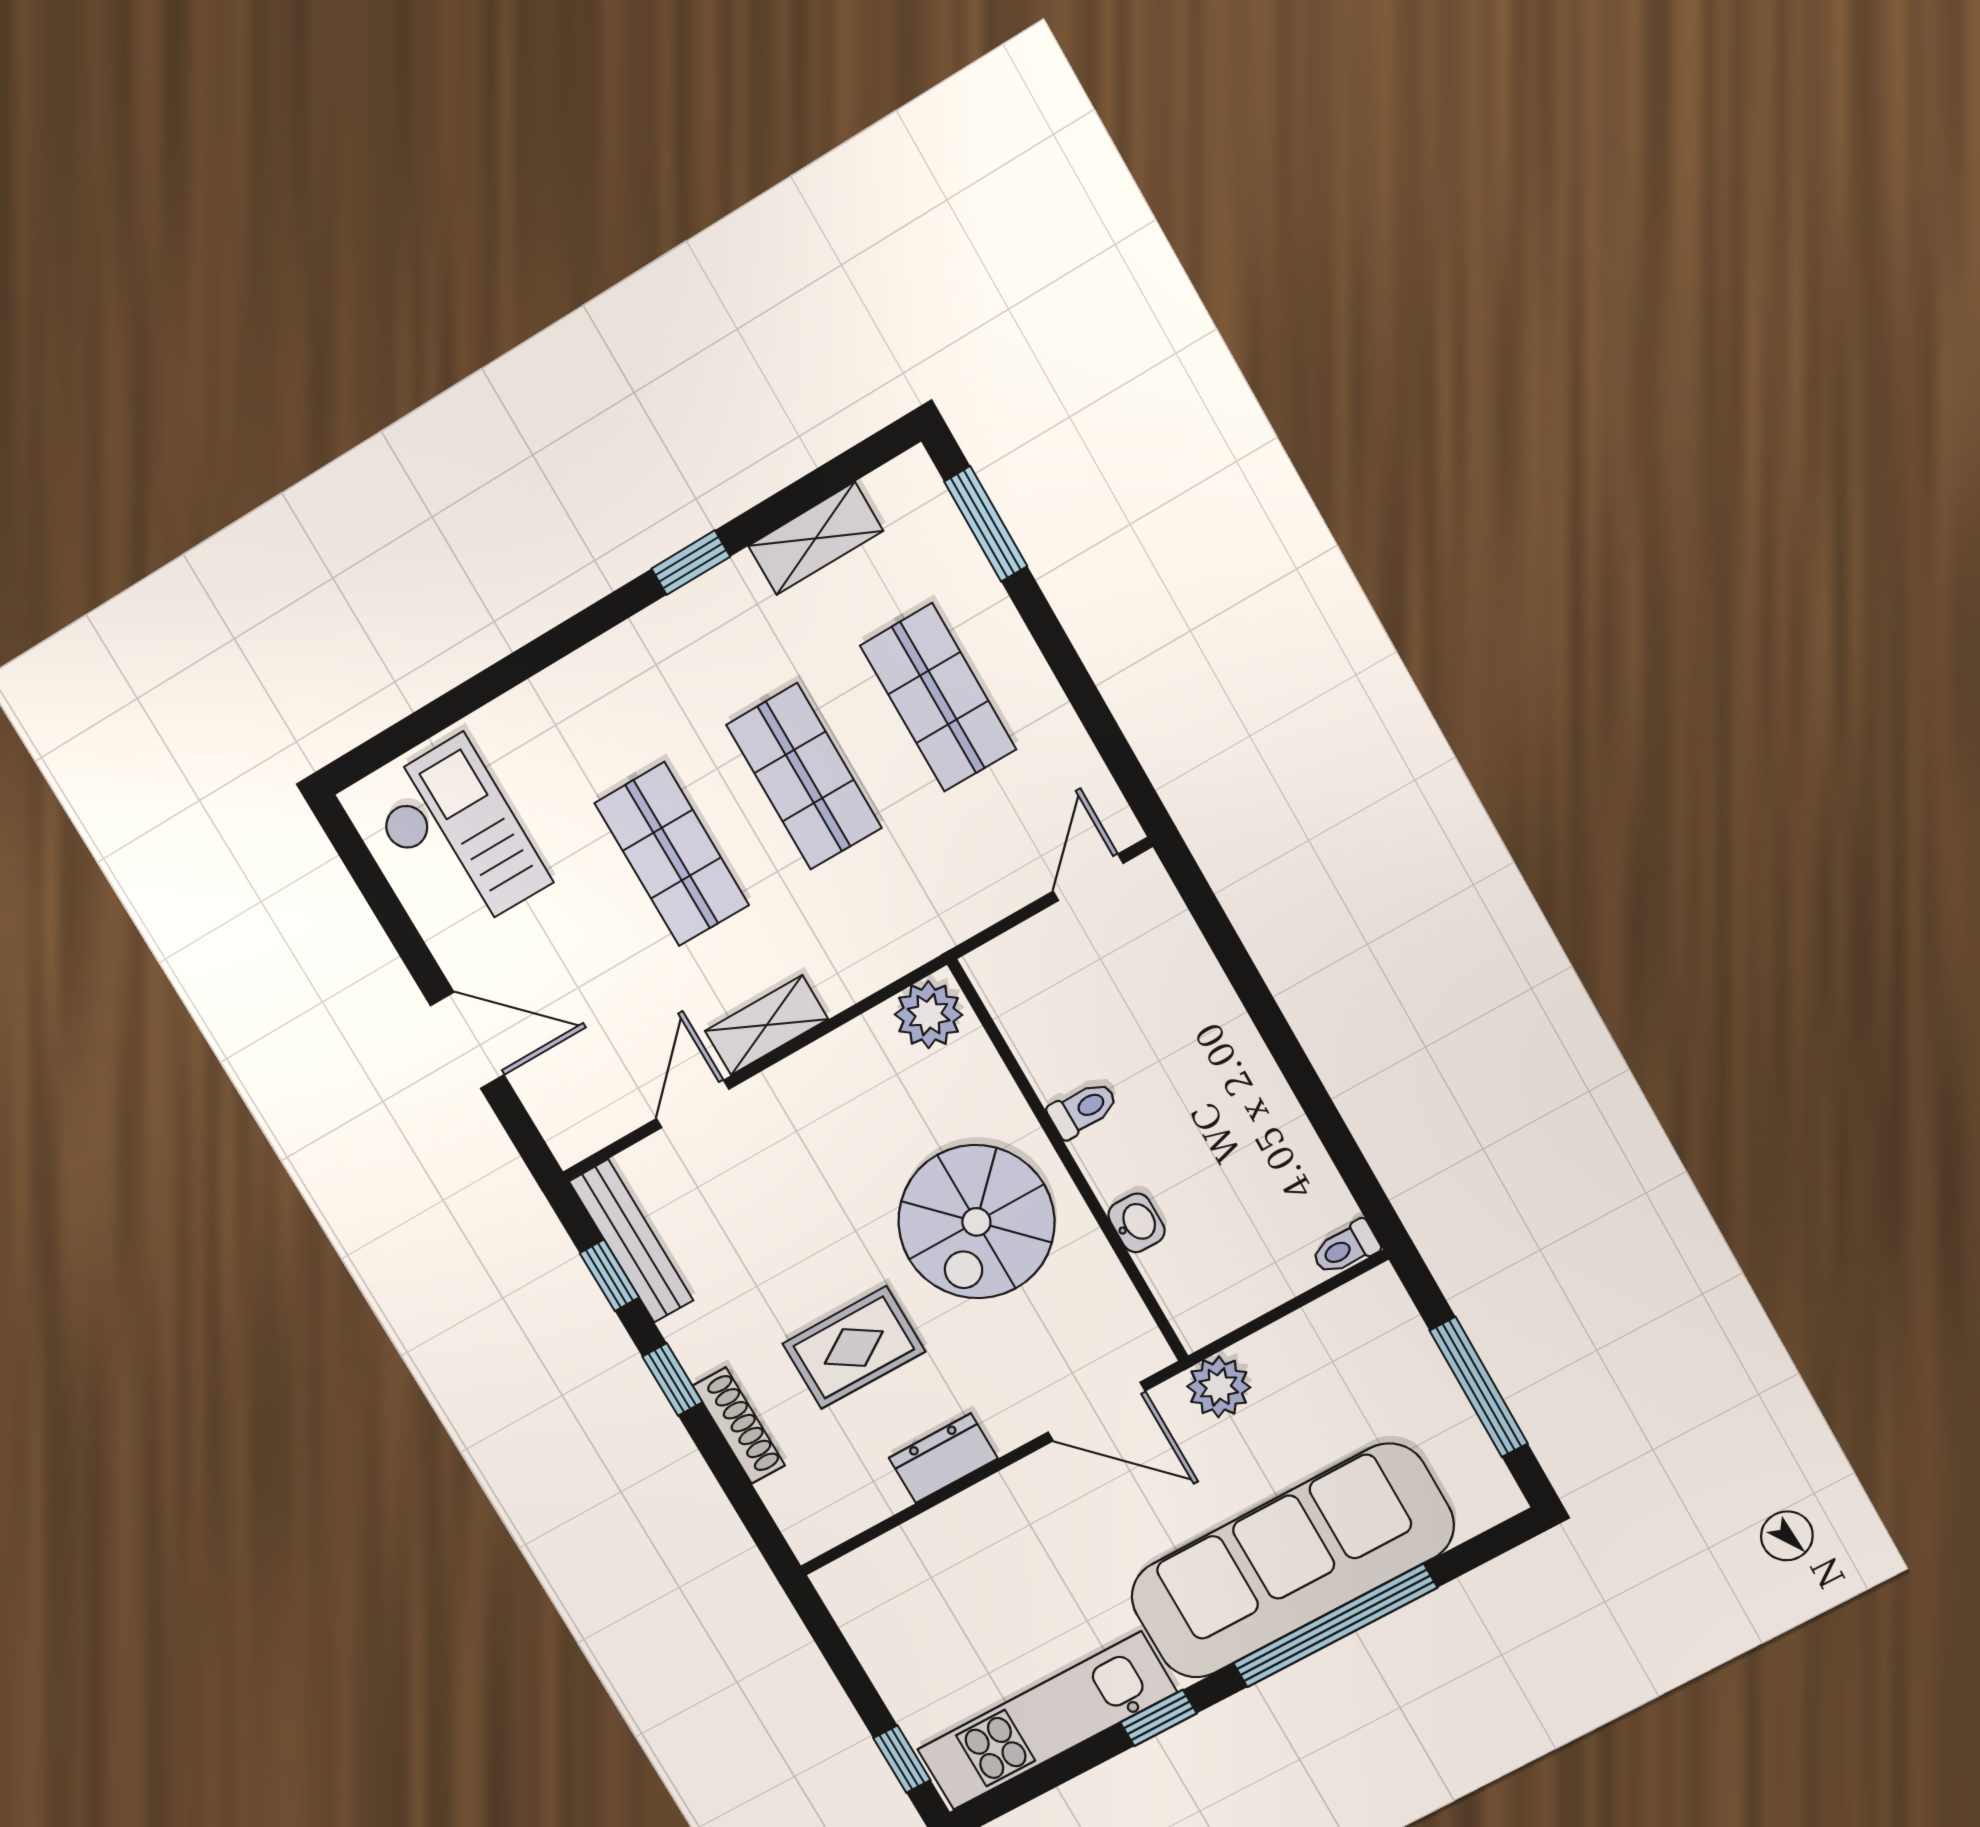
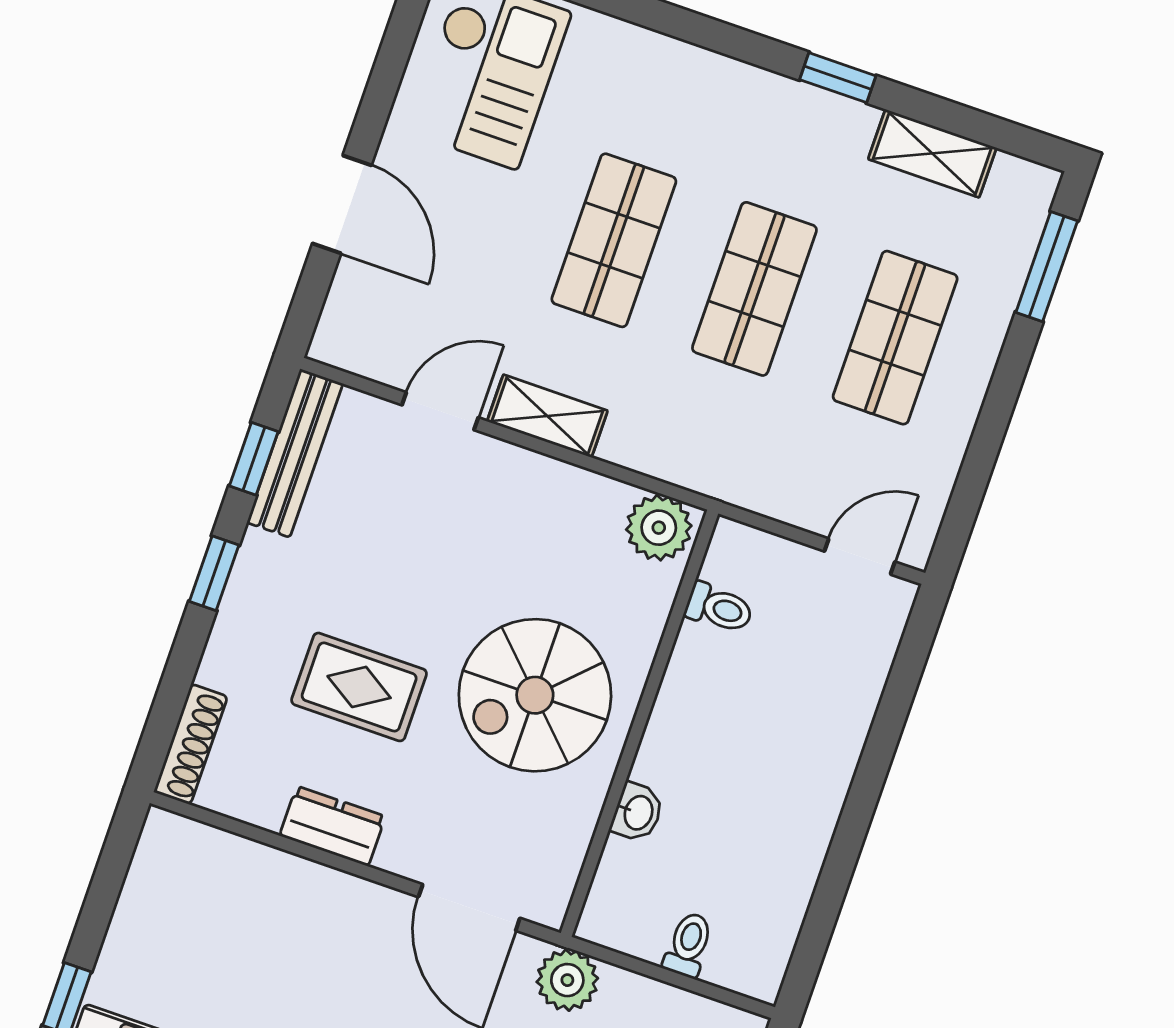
toilet: (1083, 1109) -> (719, 608), moved
toilet: (1345, 1248) -> (688, 945), moved, turned 90
shoe rack: (739, 1426) -> (191, 744), moved

